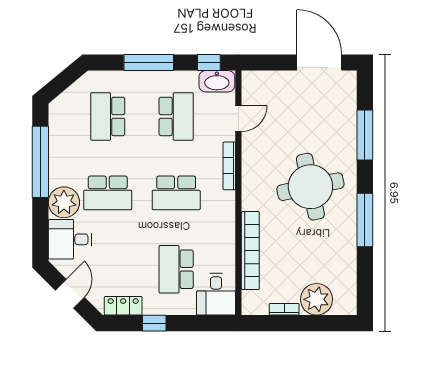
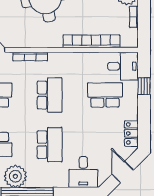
plant: (64, 202) -> (15, 176), moved
school desk: (176, 269) -> (105, 95), turned 180
door: (70, 294) -> (123, 172), hinge flipped
window: (154, 323) -> (144, 86), moved

